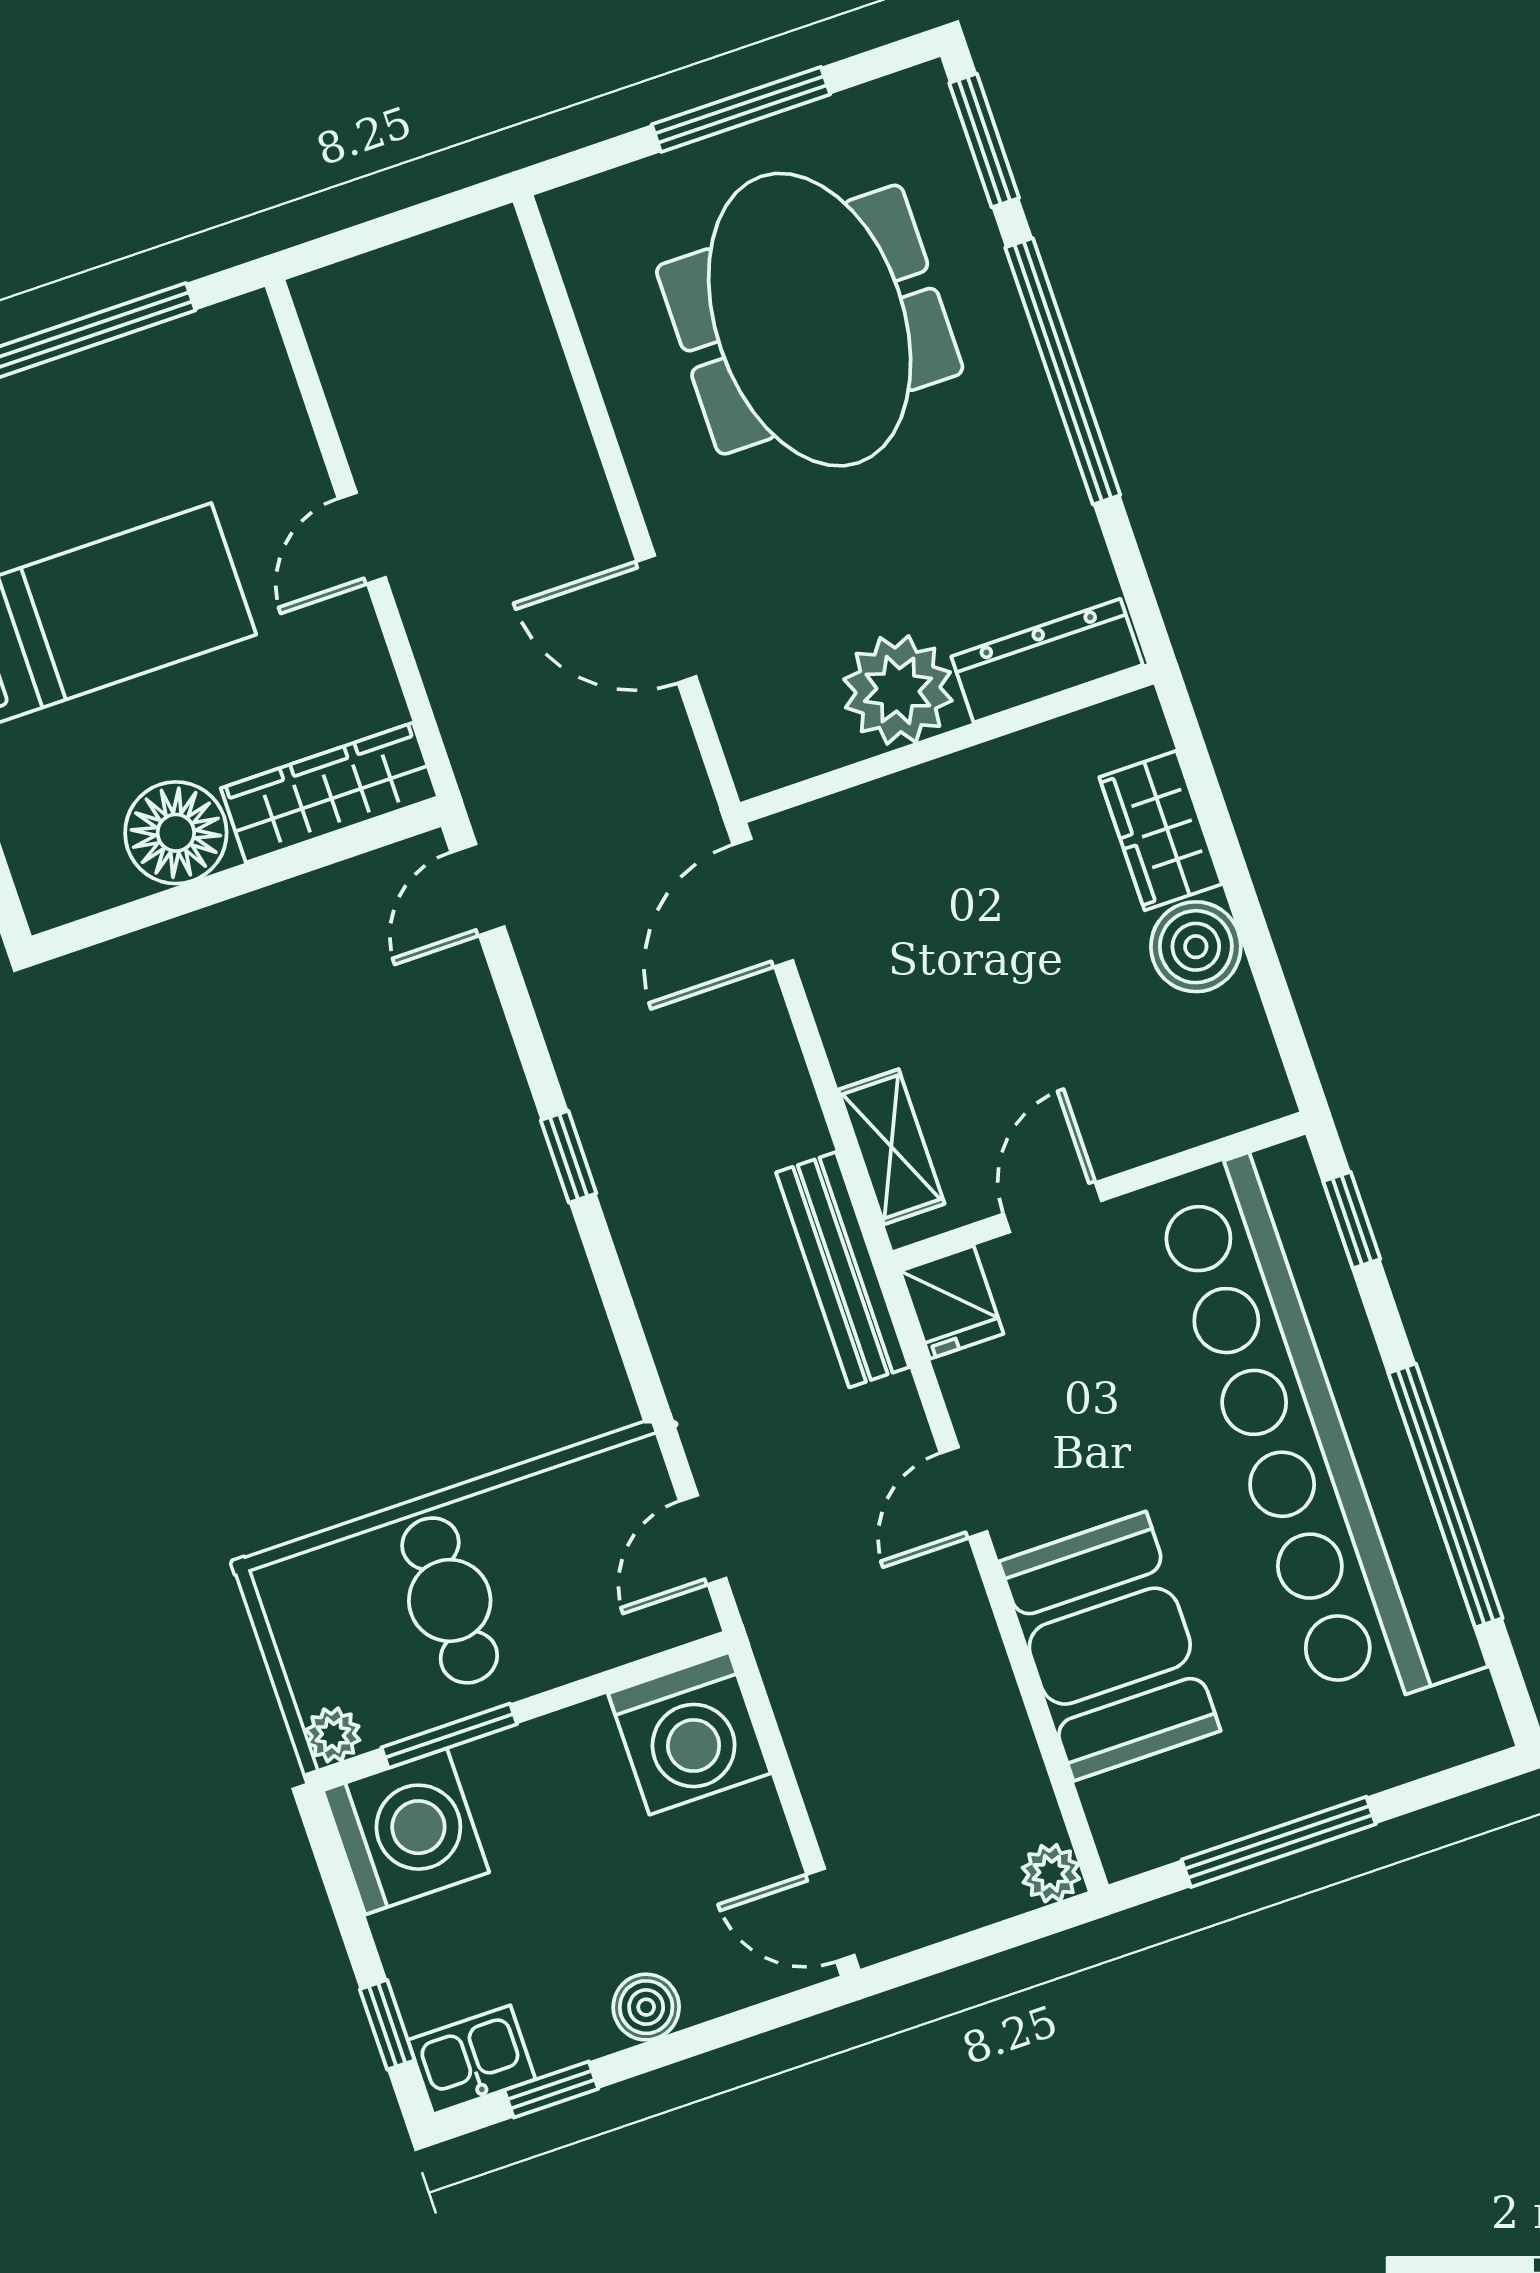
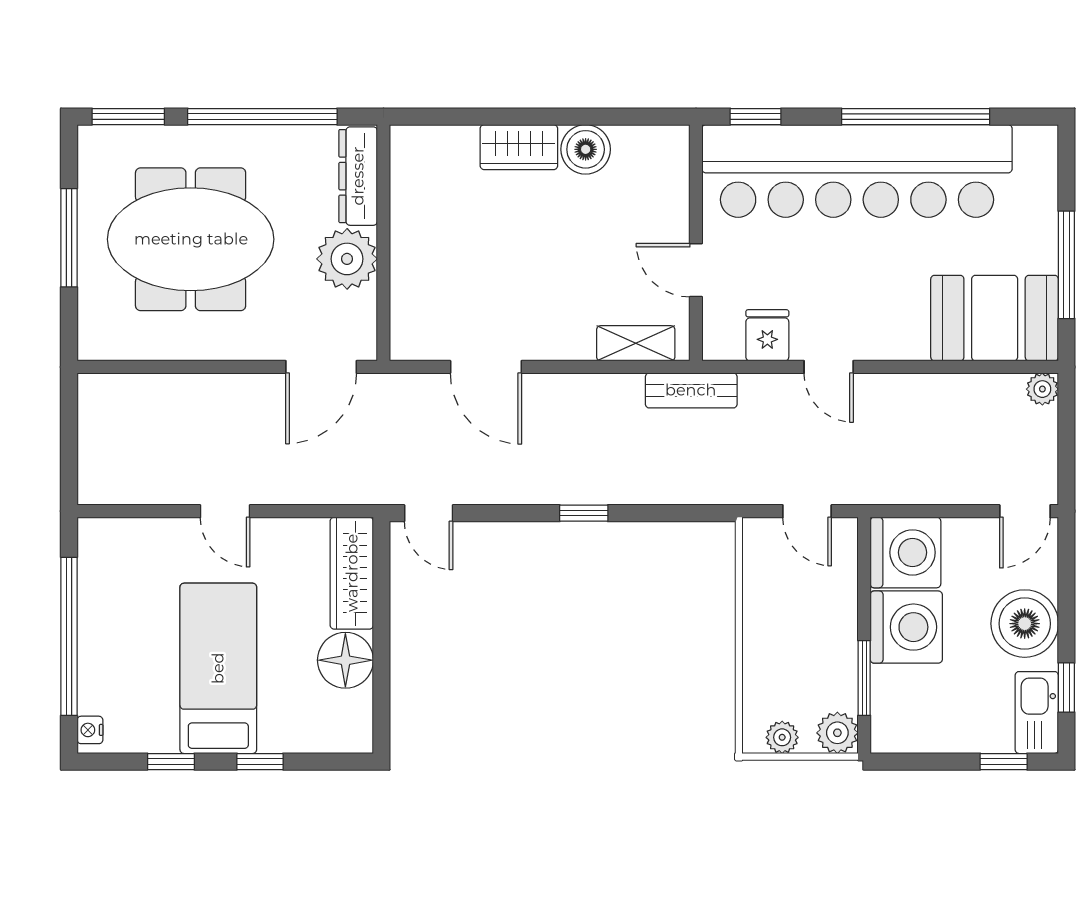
dresser: (1047, 661) -> (358, 176), moved
plant: (898, 690) -> (347, 259), moved
wall: (947, 743) -> (383, 243), moved
bench: (843, 1270) -> (691, 390), width x0.73
fridge: (952, 1302) -> (767, 335), moved, turned -90
cafe table: (450, 1600) -> (794, 654), removed
plant: (299, 1629) -> (782, 737), added
booth: (1110, 1646) -> (995, 318), moved
plant: (333, 1735) -> (837, 733), width x1.38, depth x1.38
washing machine: (406, 1831) -> (906, 627), moved, turned 90
boiler: (646, 2007) -> (1025, 624), width x1.86, depth x1.86
kitchen sink: (472, 2060) -> (1037, 713), width x1.38

